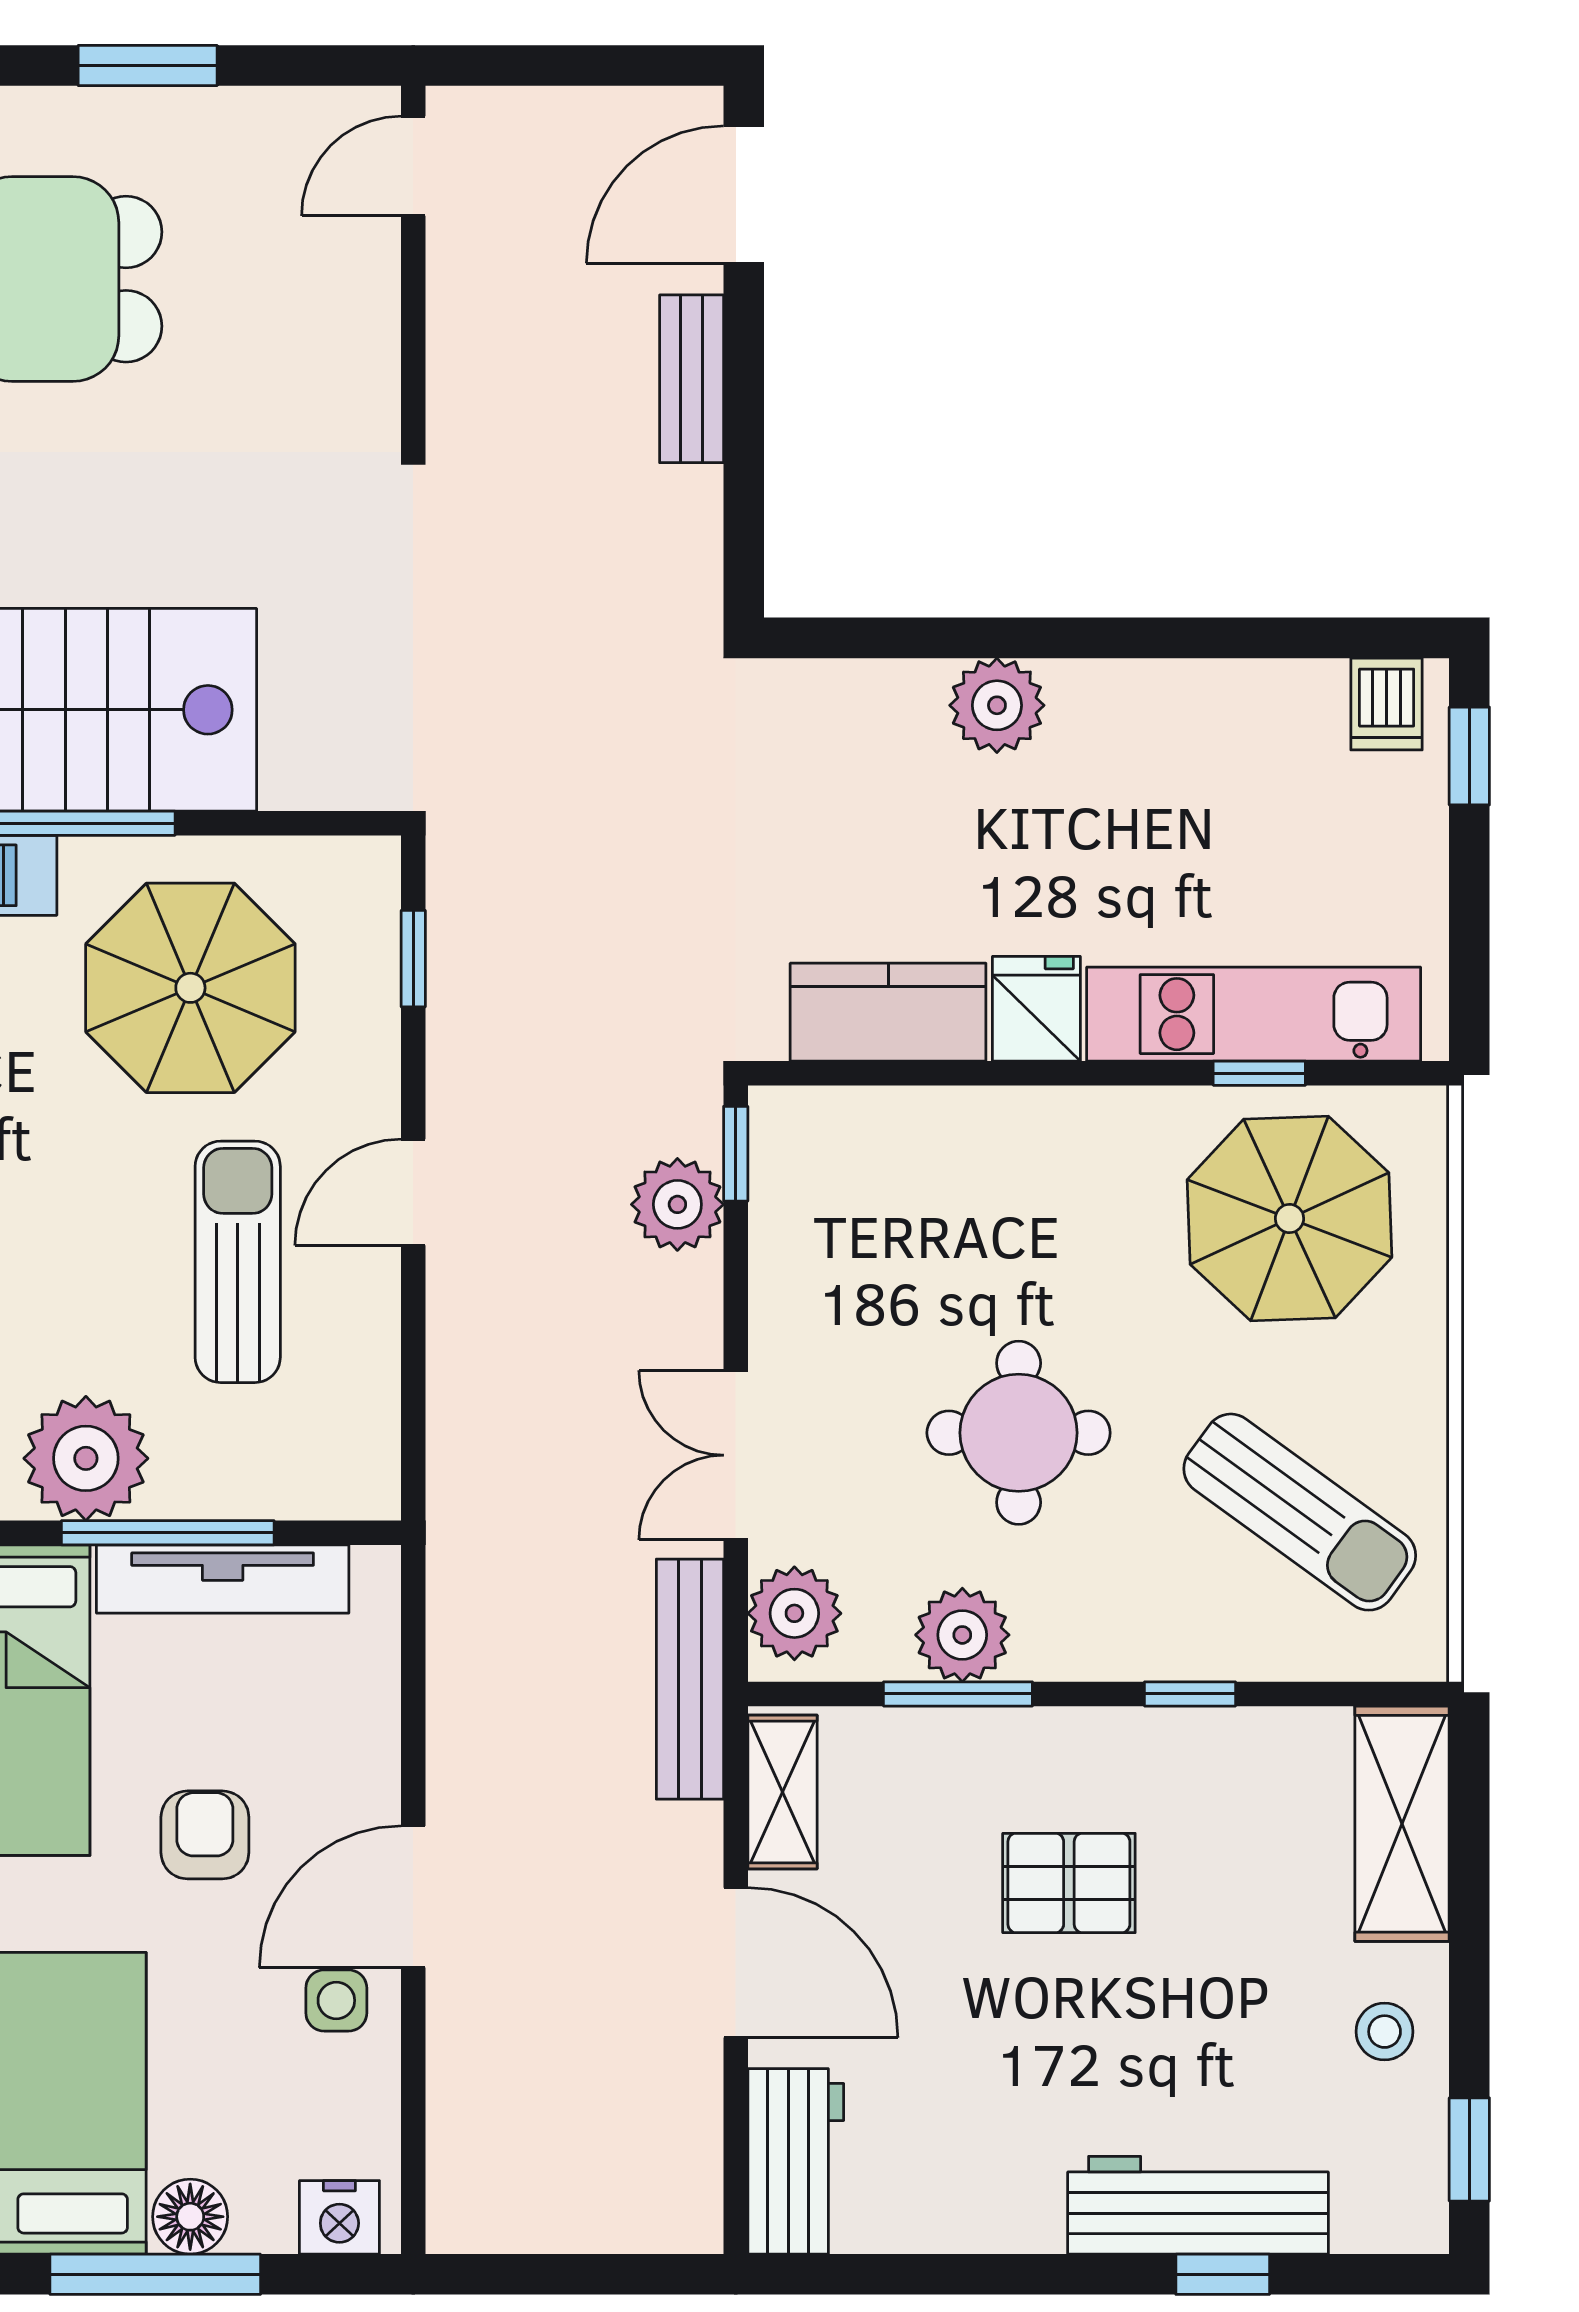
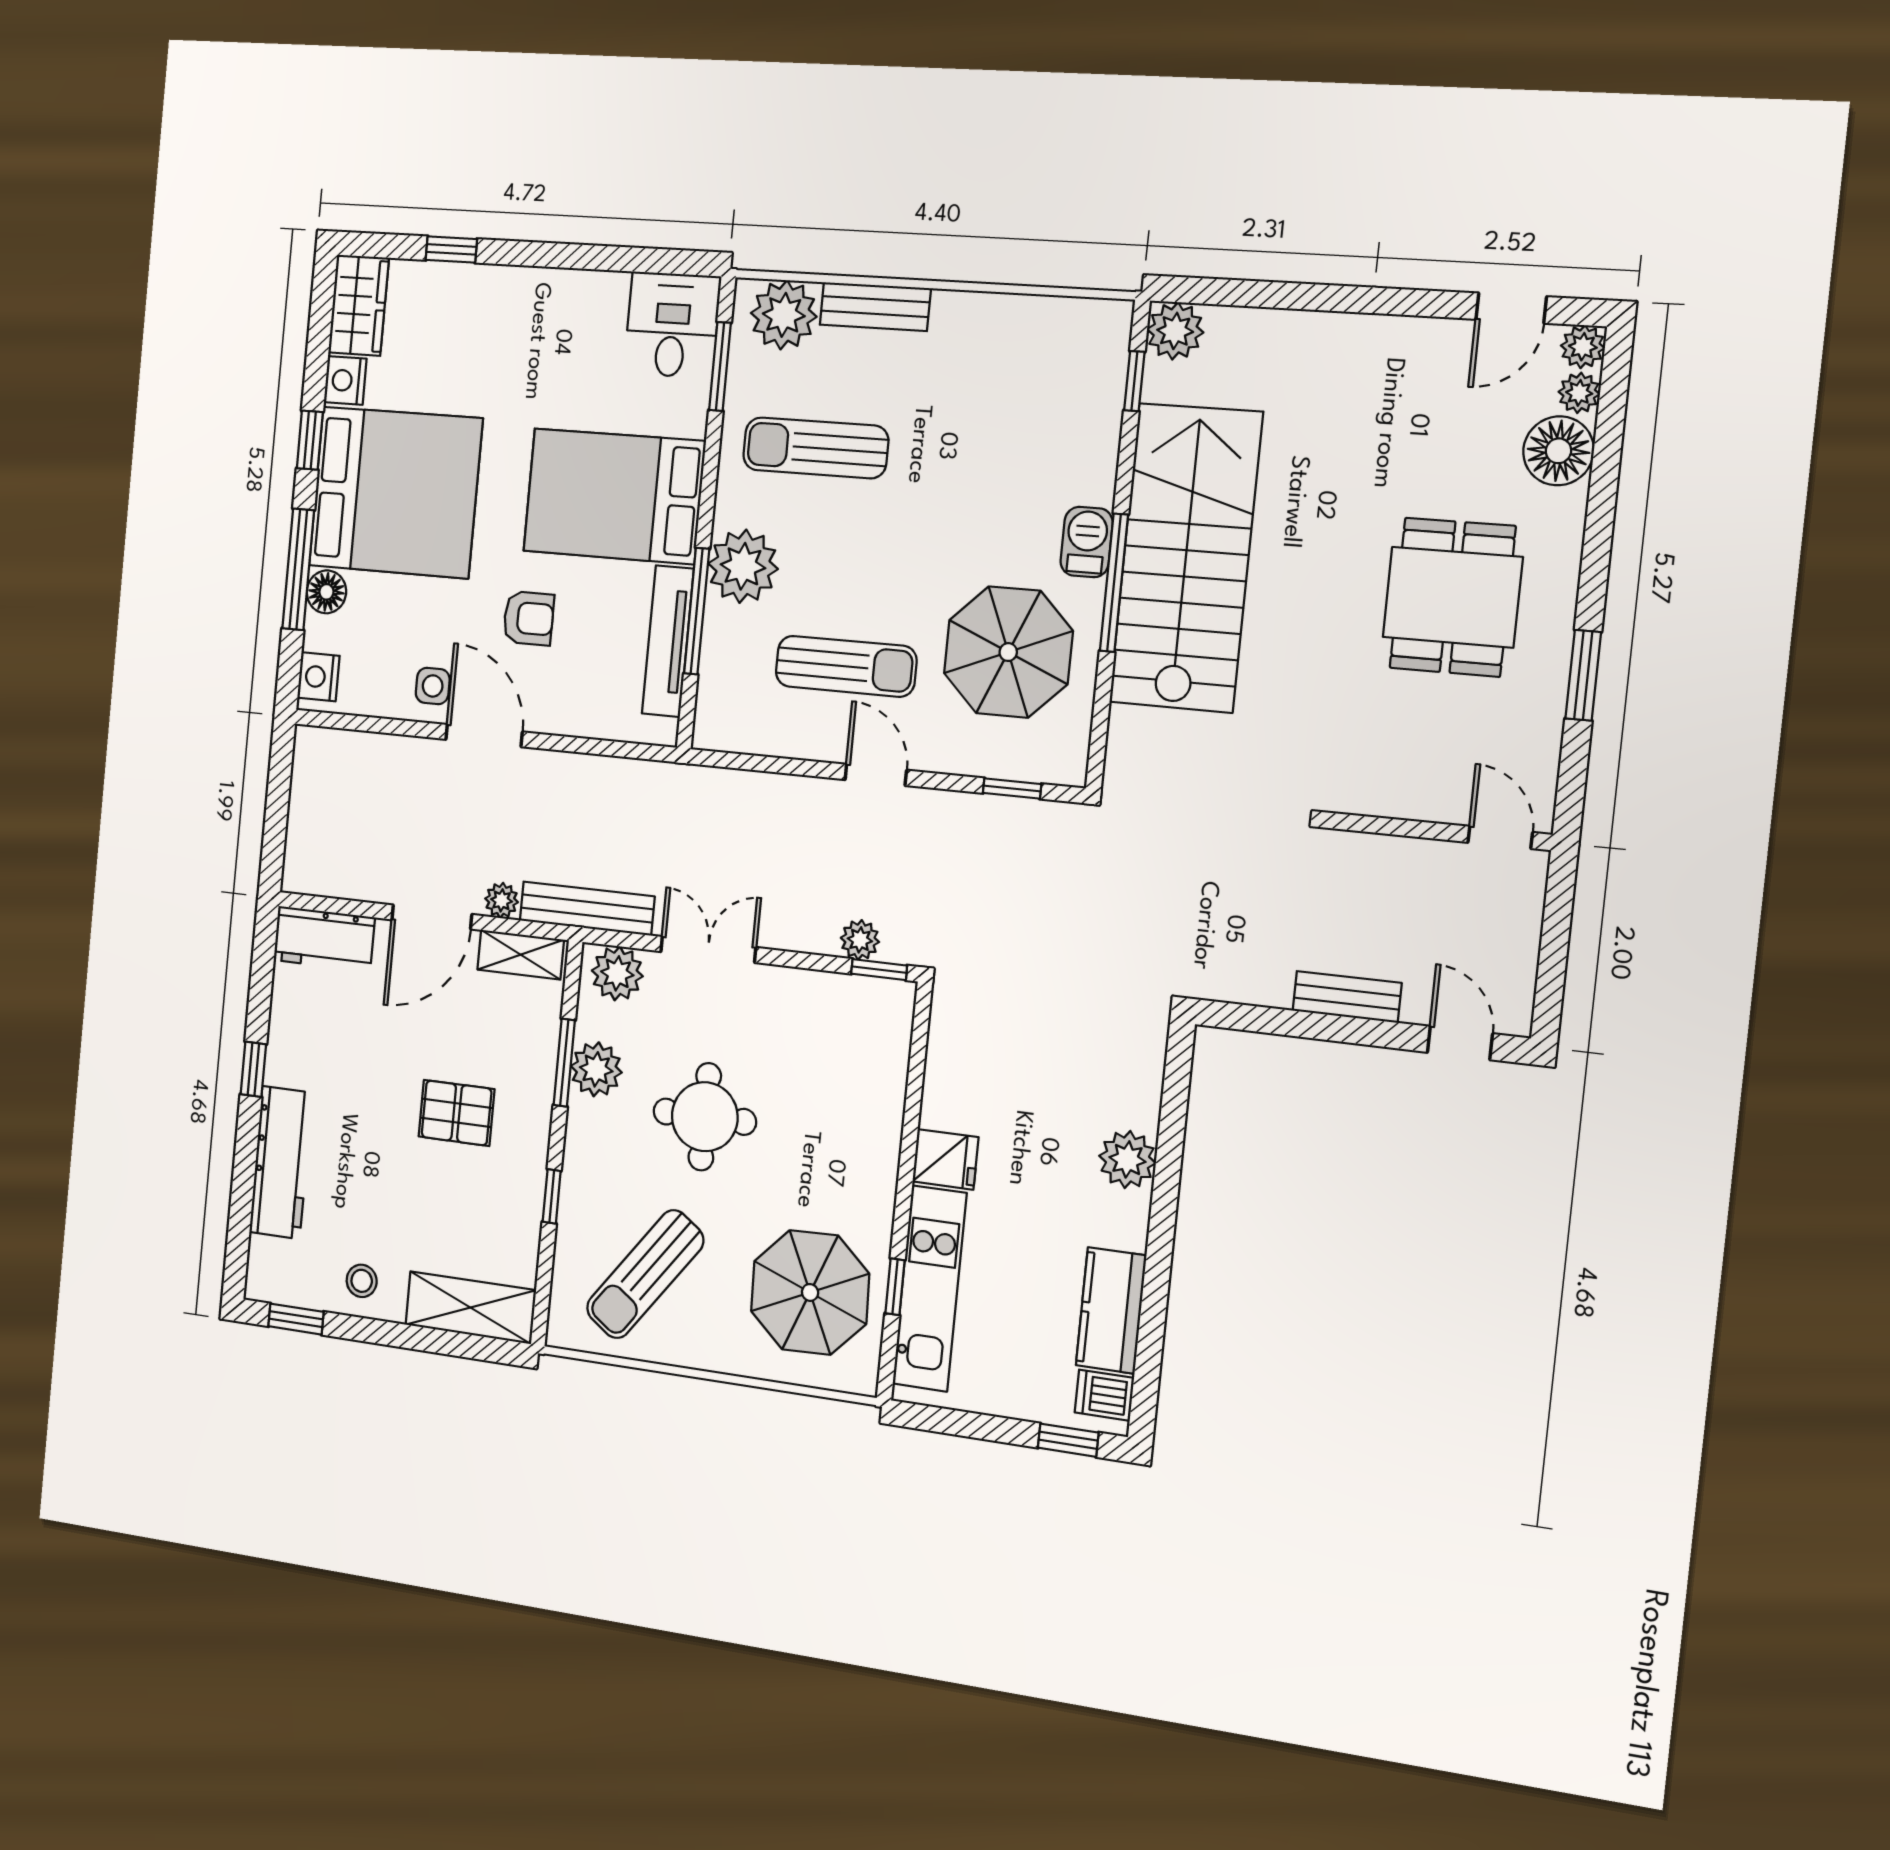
door: (744, 195) -> (1460, 1043), width x0.73
kitchen counter: (888, 1012) -> (1111, 1310), moved, turned 180
plant: (677, 1204) -> (860, 940), width x0.73, depth x0.73
plant: (693, 1836) -> (502, 900), added
pallet: (1069, 1883) -> (457, 1113), turned 90
window: (1223, 2274) -> (253, 1069), moved

